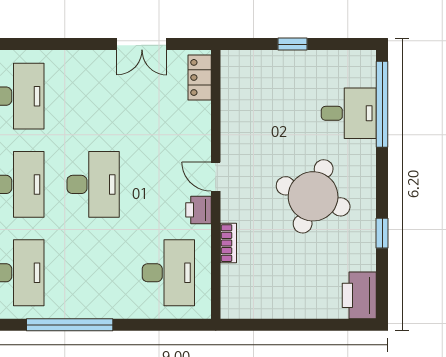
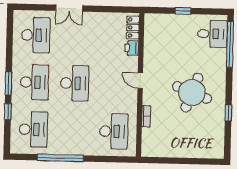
double door: (142, 44) -> (69, 8), moved
desk: (349, 113) -> (212, 34), moved
printer: (198, 210) -> (132, 48), moved
printer: (359, 295) -> (215, 146), removed

